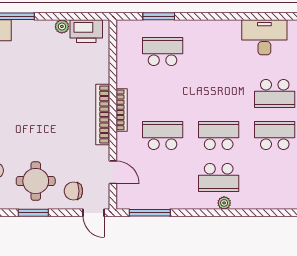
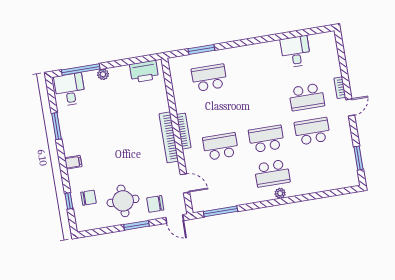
plant: (62, 26) -> (103, 74), moved
desk: (264, 37) -> (296, 52), width x0.73
window: (33, 213) -> (136, 225), moved

